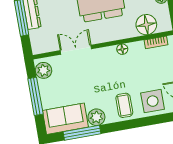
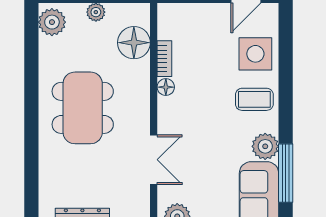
bookcase: (156, 42) -> (164, 59), moved
double door: (76, 50) -> (154, 160), swing flipped

